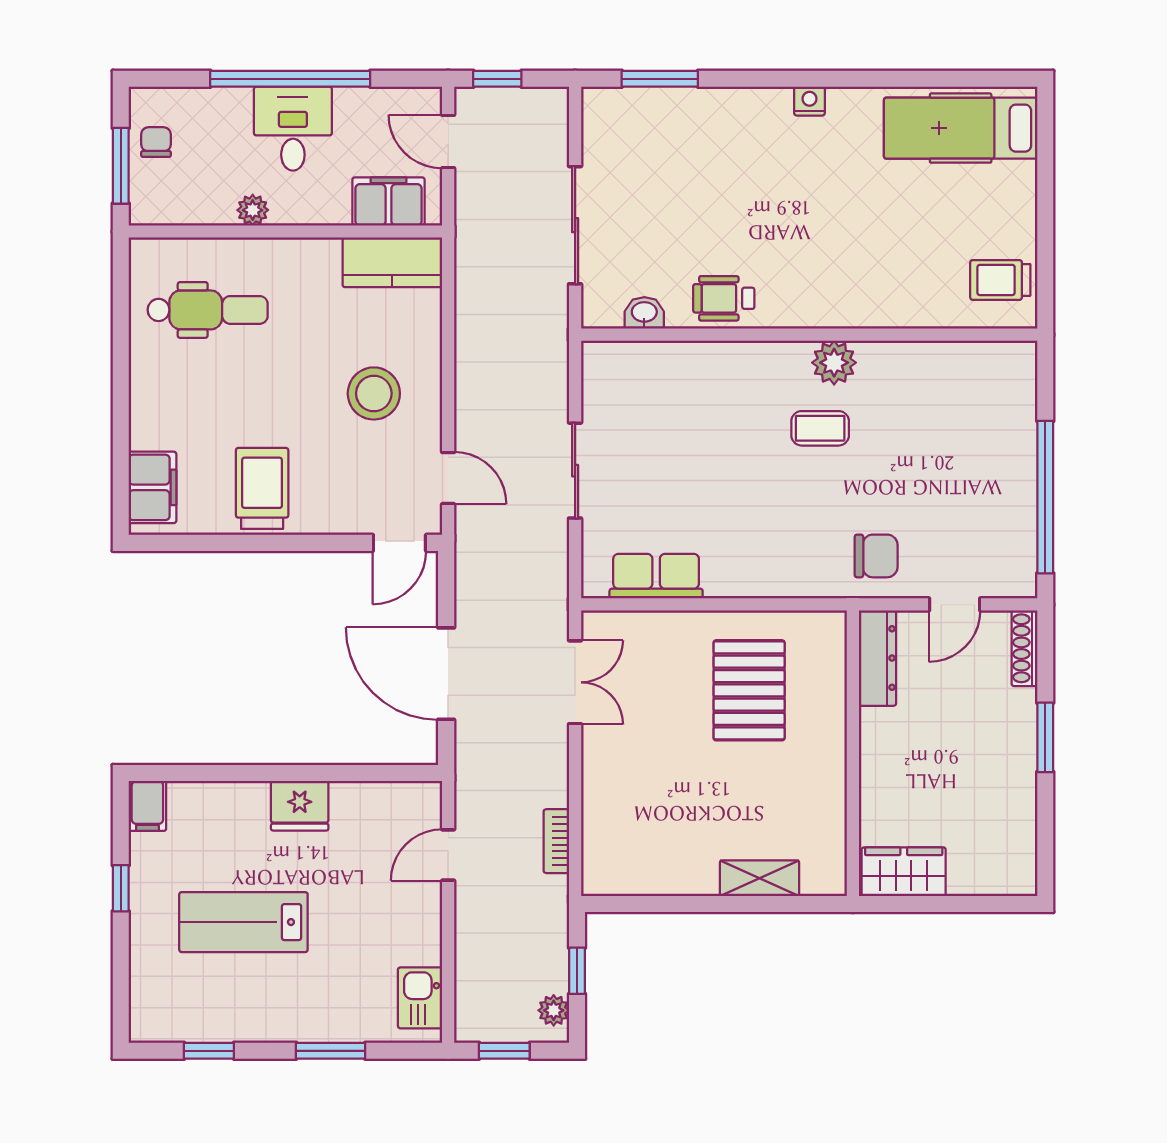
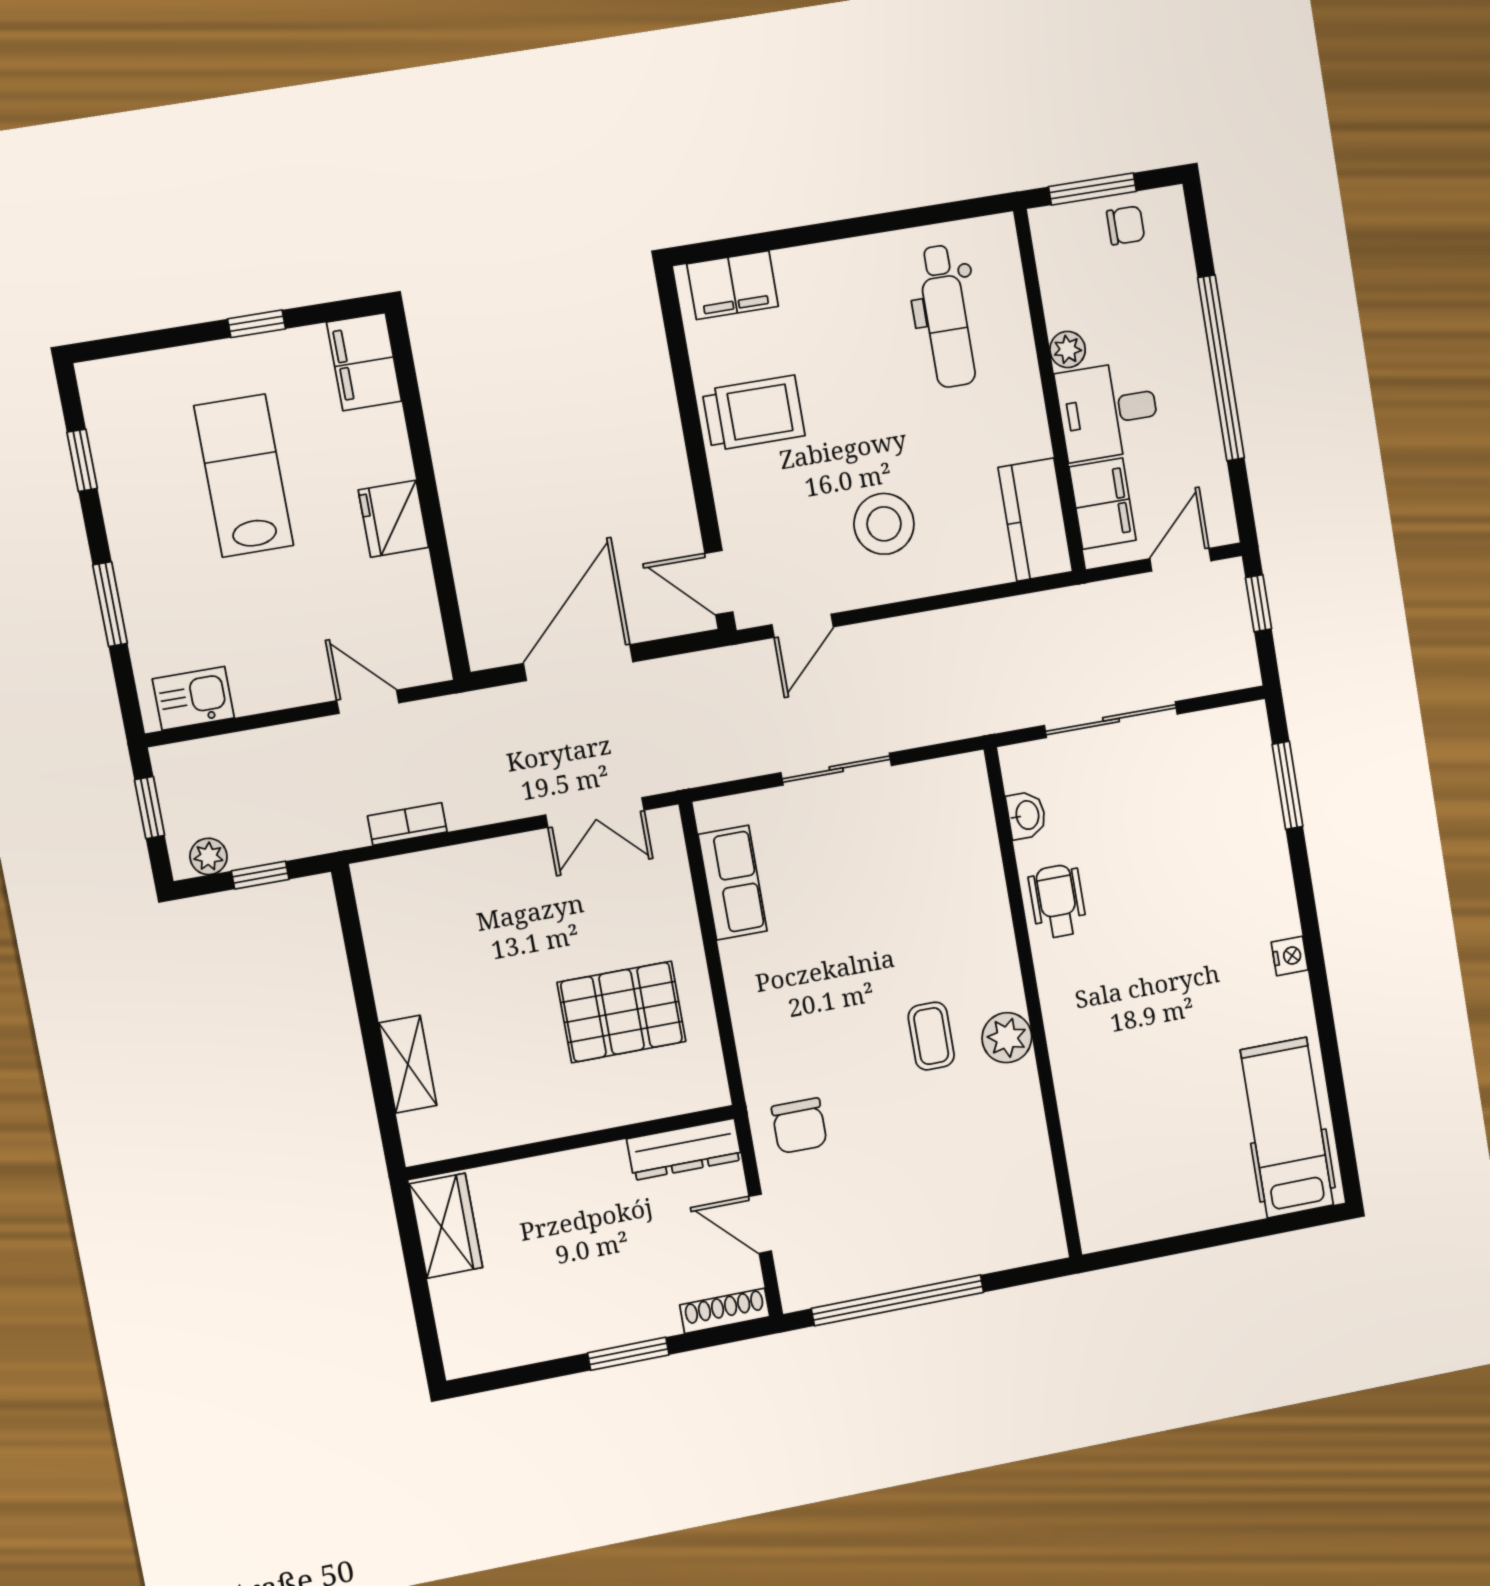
desk: (293, 129) -> (1108, 411), moved, turned 180
trolley: (1000, 280) -> (1129, 1204), removed
filing cabinet: (147, 806) -> (364, 362), width x2.00

